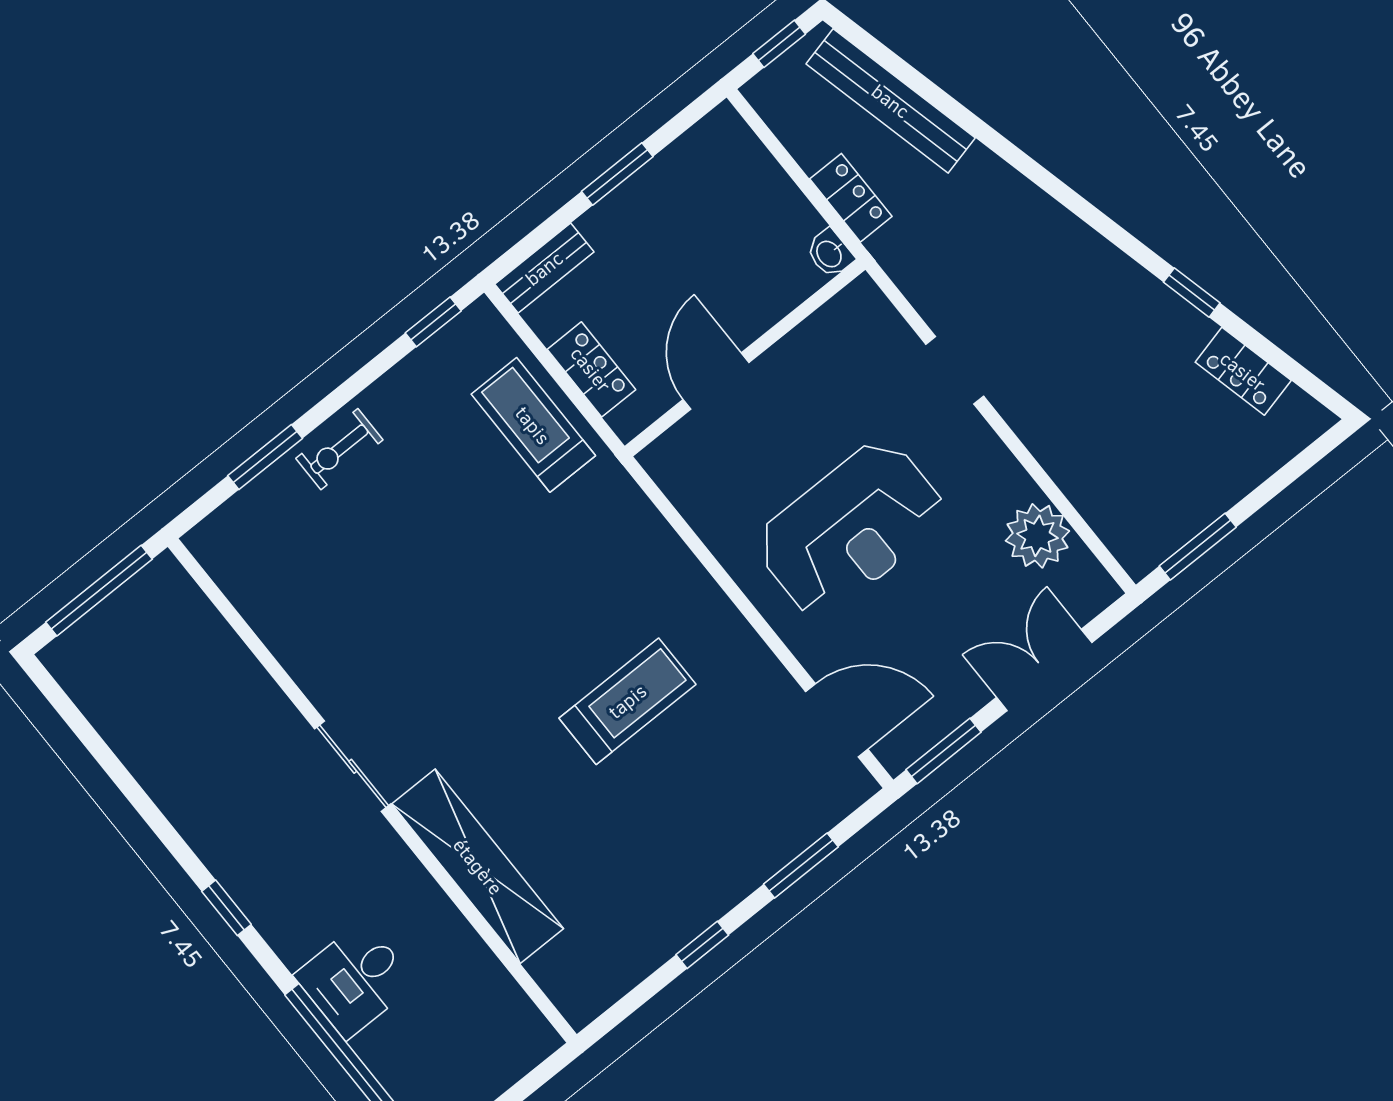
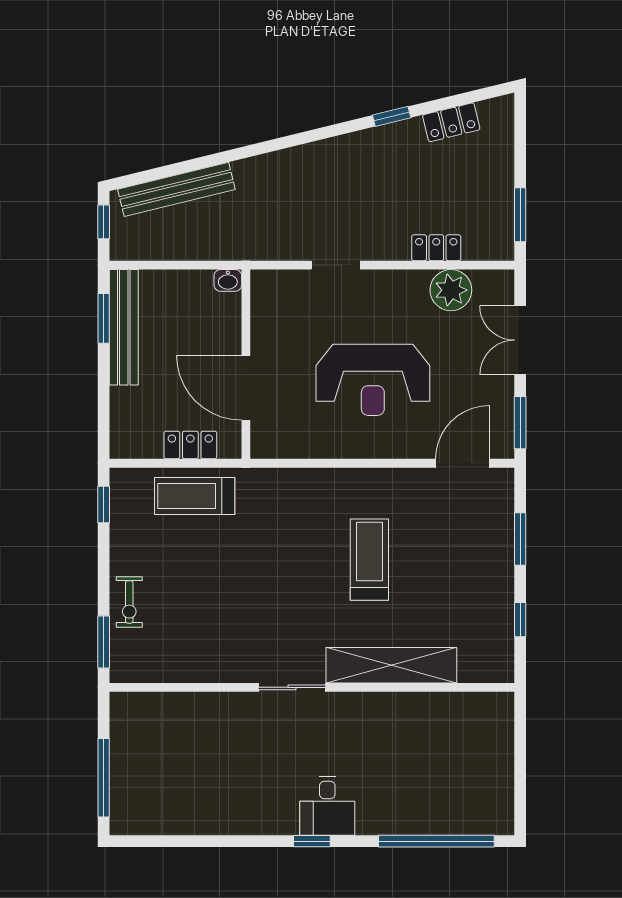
window: (617, 174) -> (104, 318), moved
locker: (851, 198) -> (436, 248), moved
bench: (544, 268) -> (124, 327), moved, width x1.86, depth x1.21
door: (716, 381) -> (246, 388), width x1.36
reception desk: (851, 529) -> (373, 380), turned 90
sliding door: (353, 766) -> (292, 687), moved
wall: (372, 791) -> (312, 687), moved
shelving: (478, 866) -> (391, 665), moved
desk: (355, 980) -> (327, 806), moved

